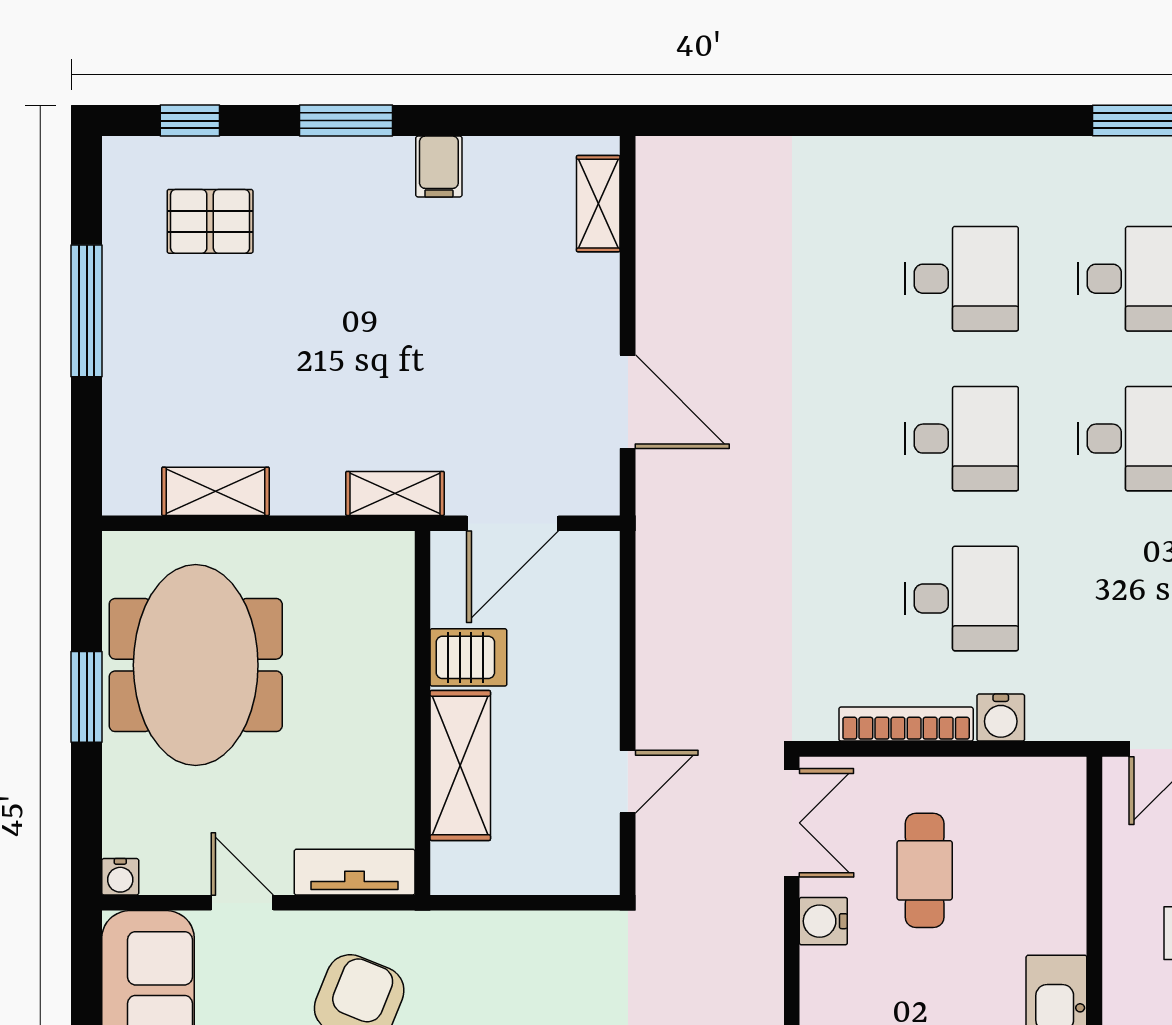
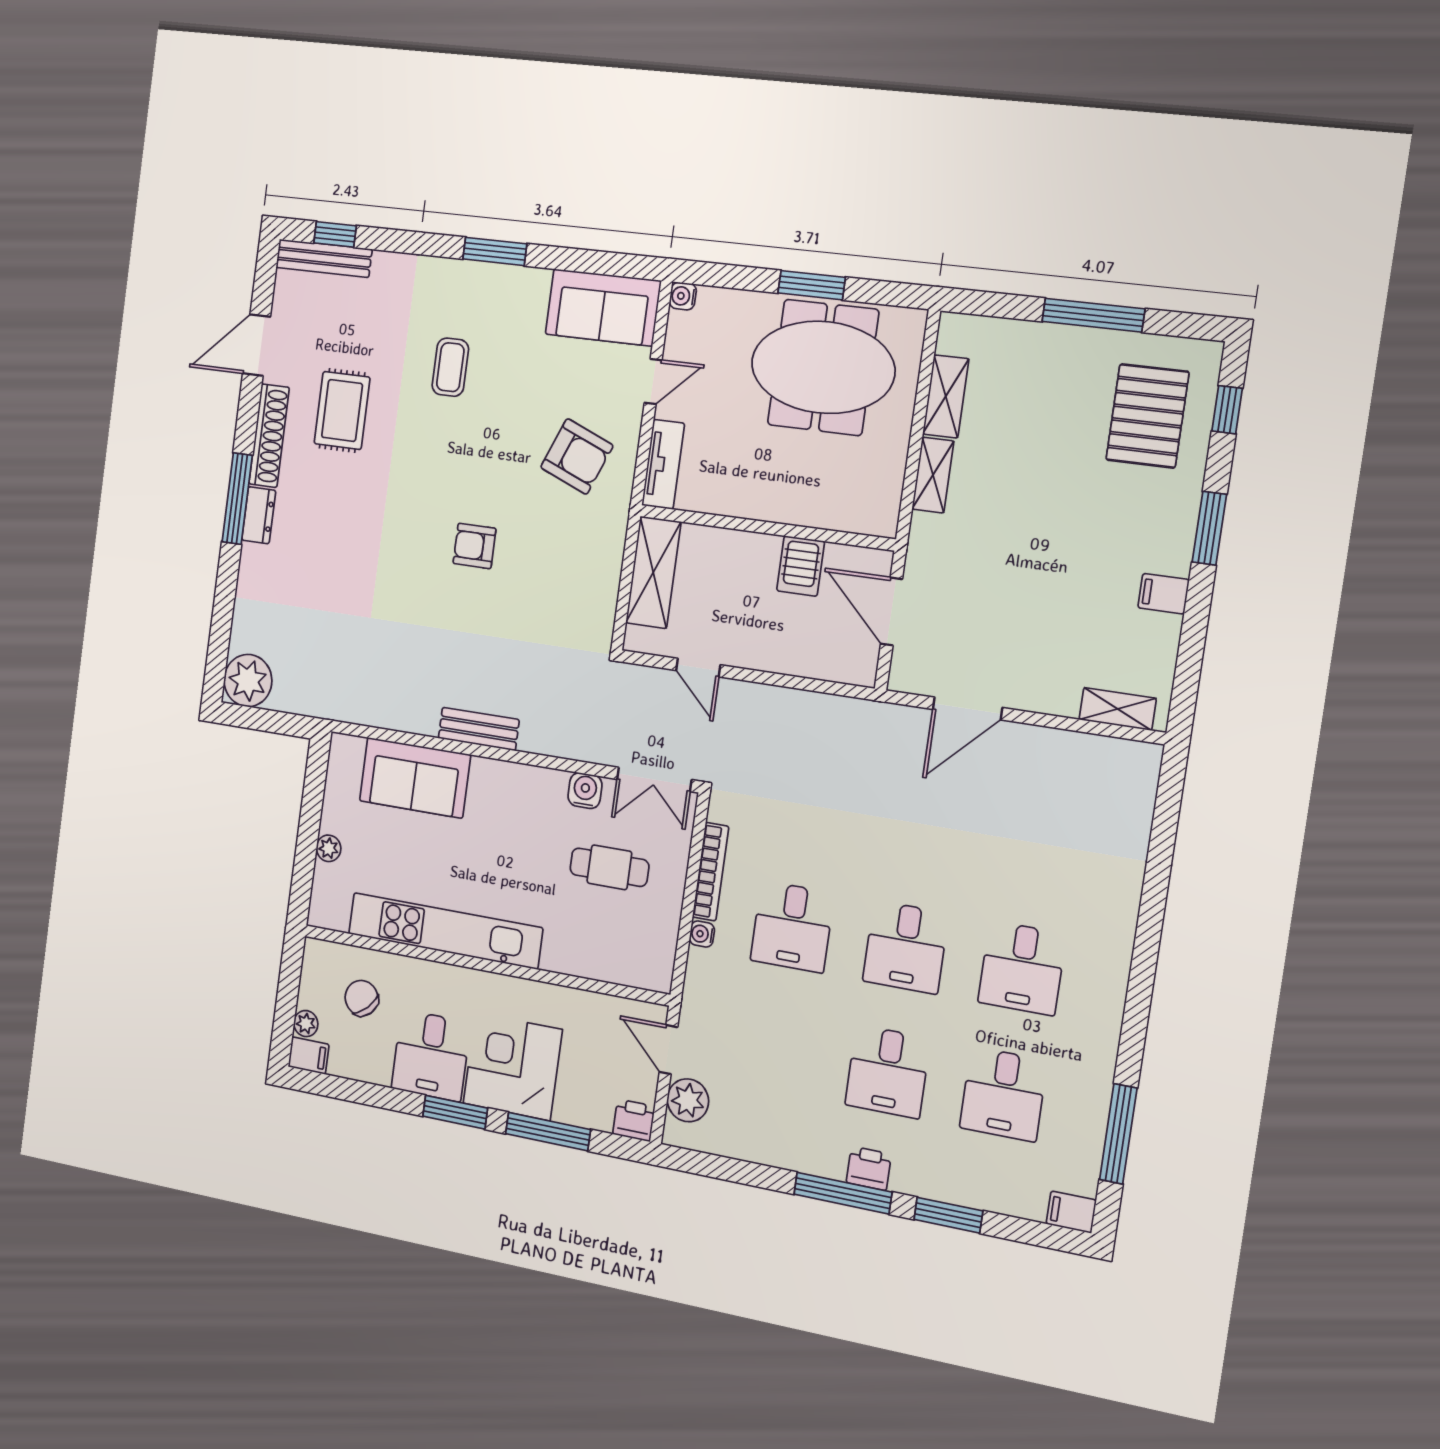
pallet: (210, 221) -> (1147, 416), width x1.50, depth x1.42
shelving: (395, 493) -> (933, 475), moved
water cooler: (1001, 718) -> (702, 934), width x0.72, depth x0.72
shelving: (460, 765) -> (653, 572), moved, turned 90

